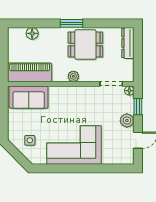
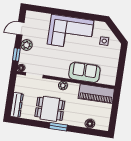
sofa: (29, 97) -> (84, 72), moved

